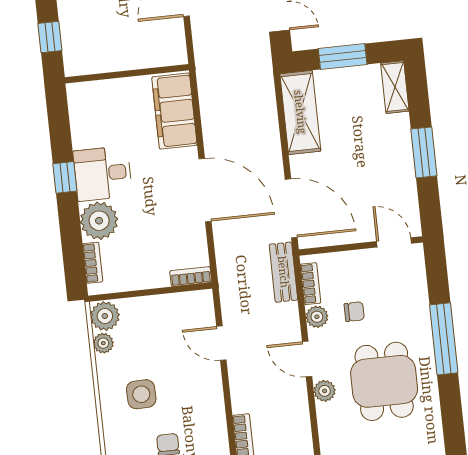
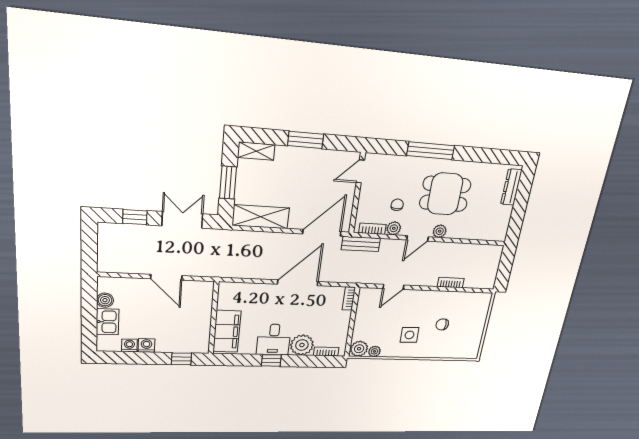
filing cabinet: (174, 111) -> (227, 331), moved, turned -90

